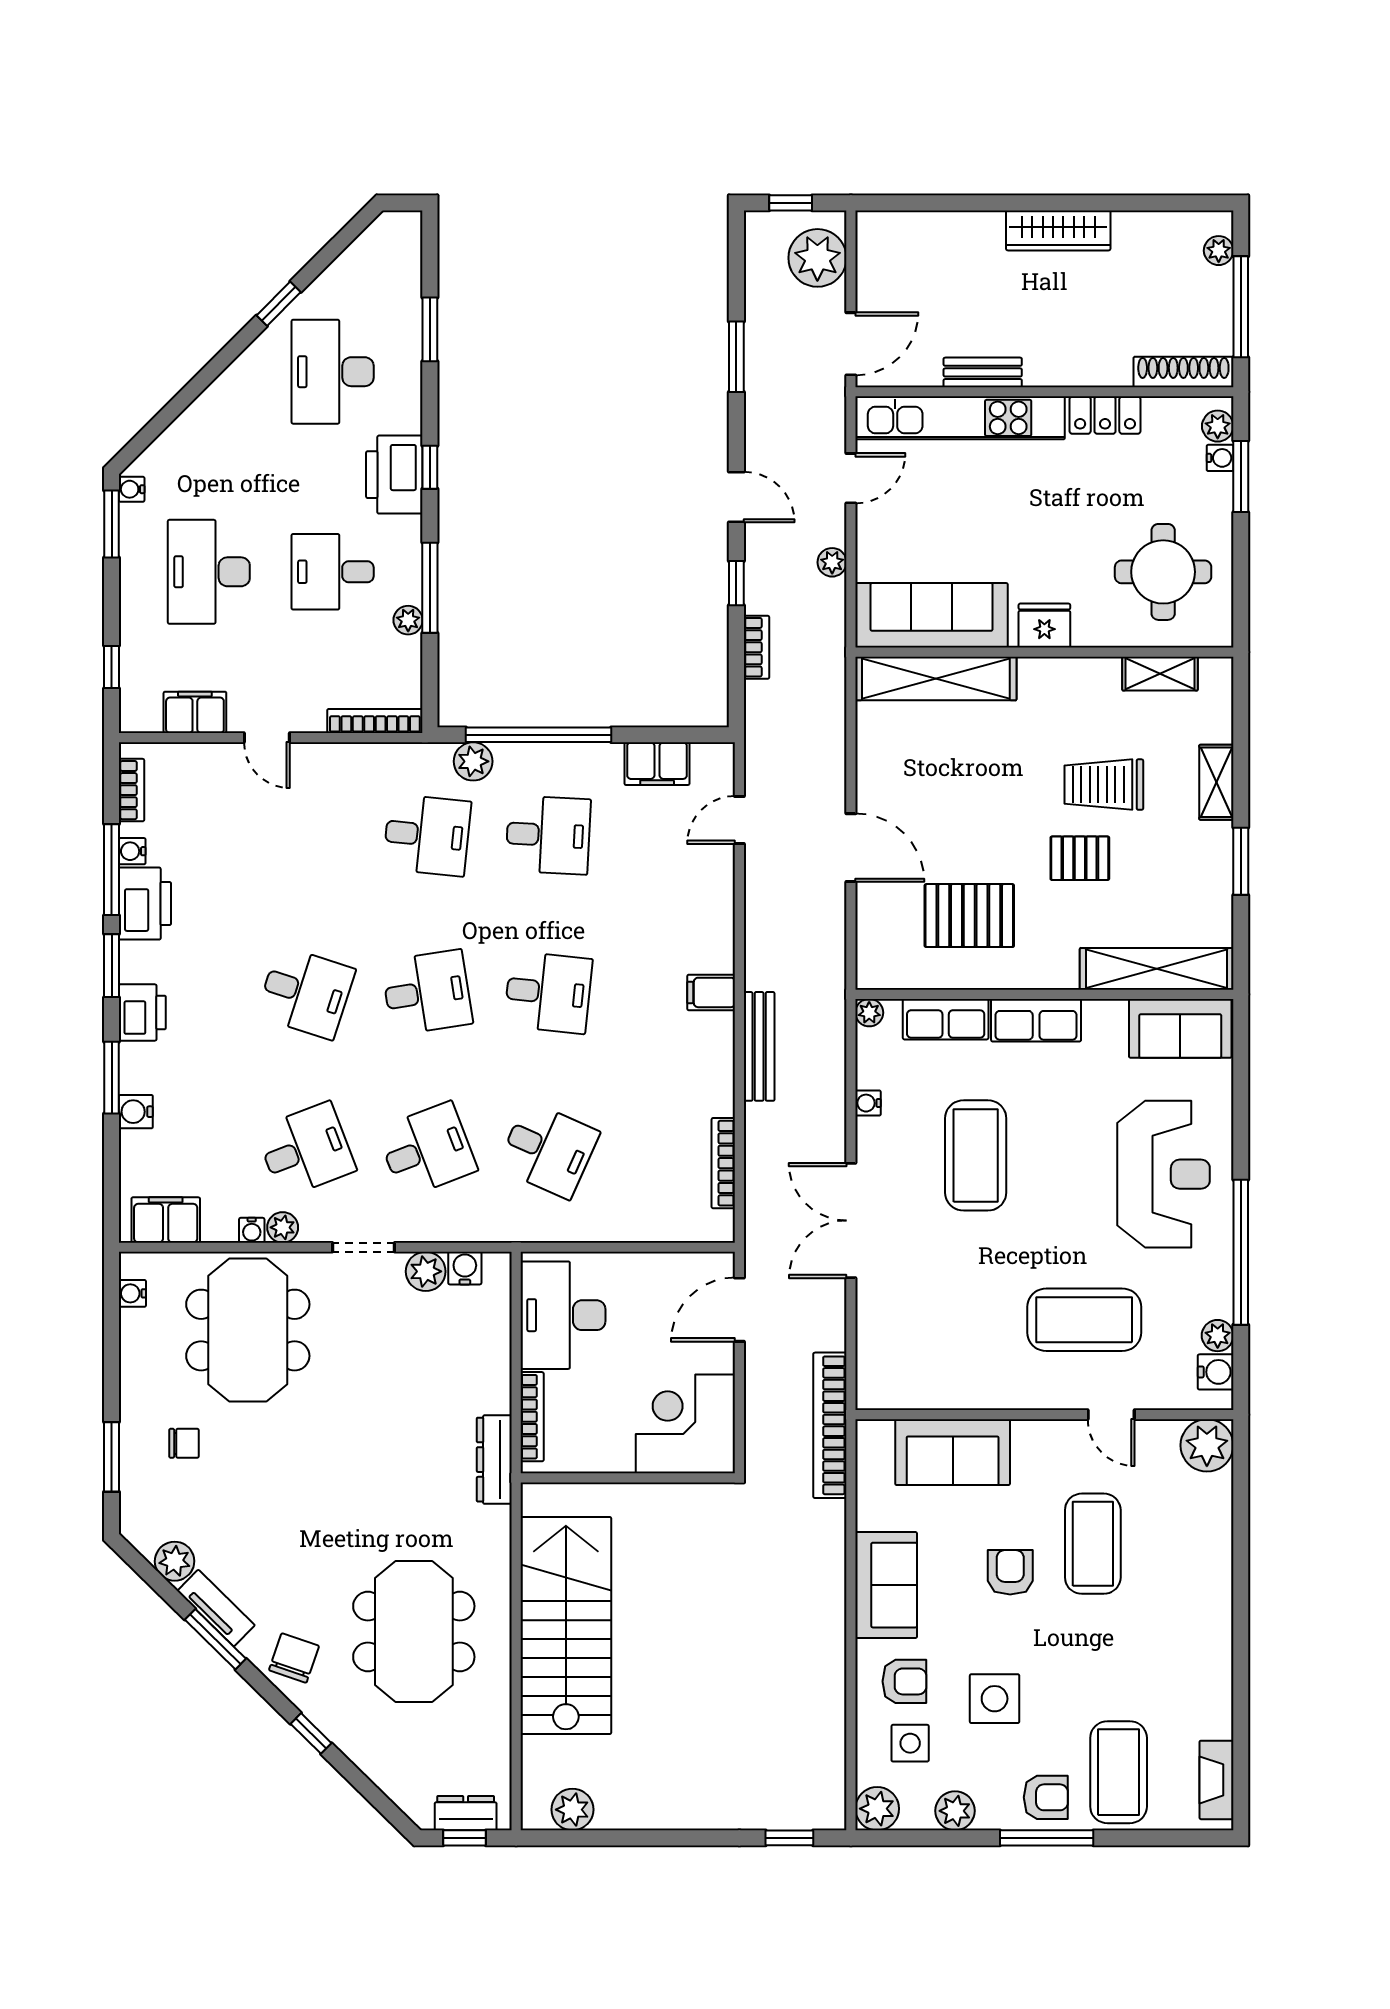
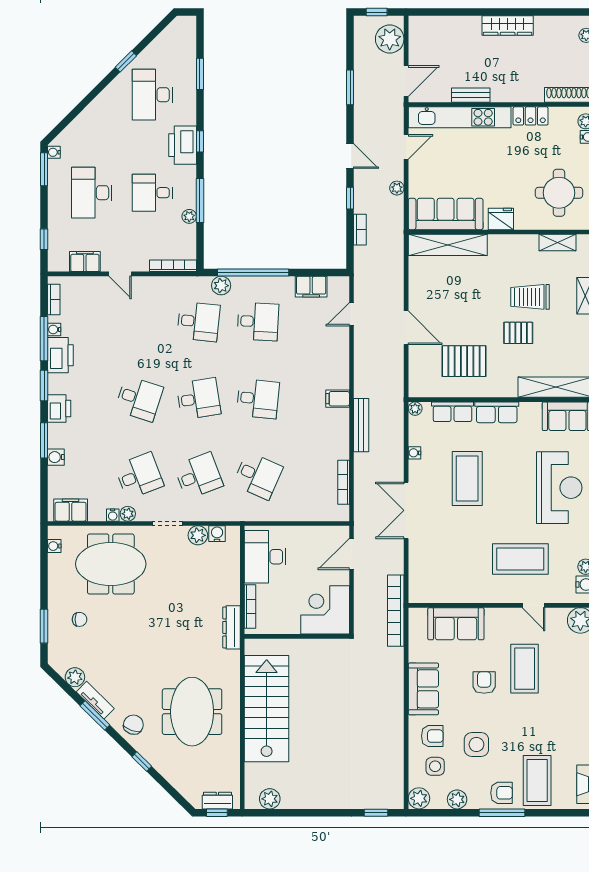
meeting table: (248, 1330) -> (111, 564), turned 90

